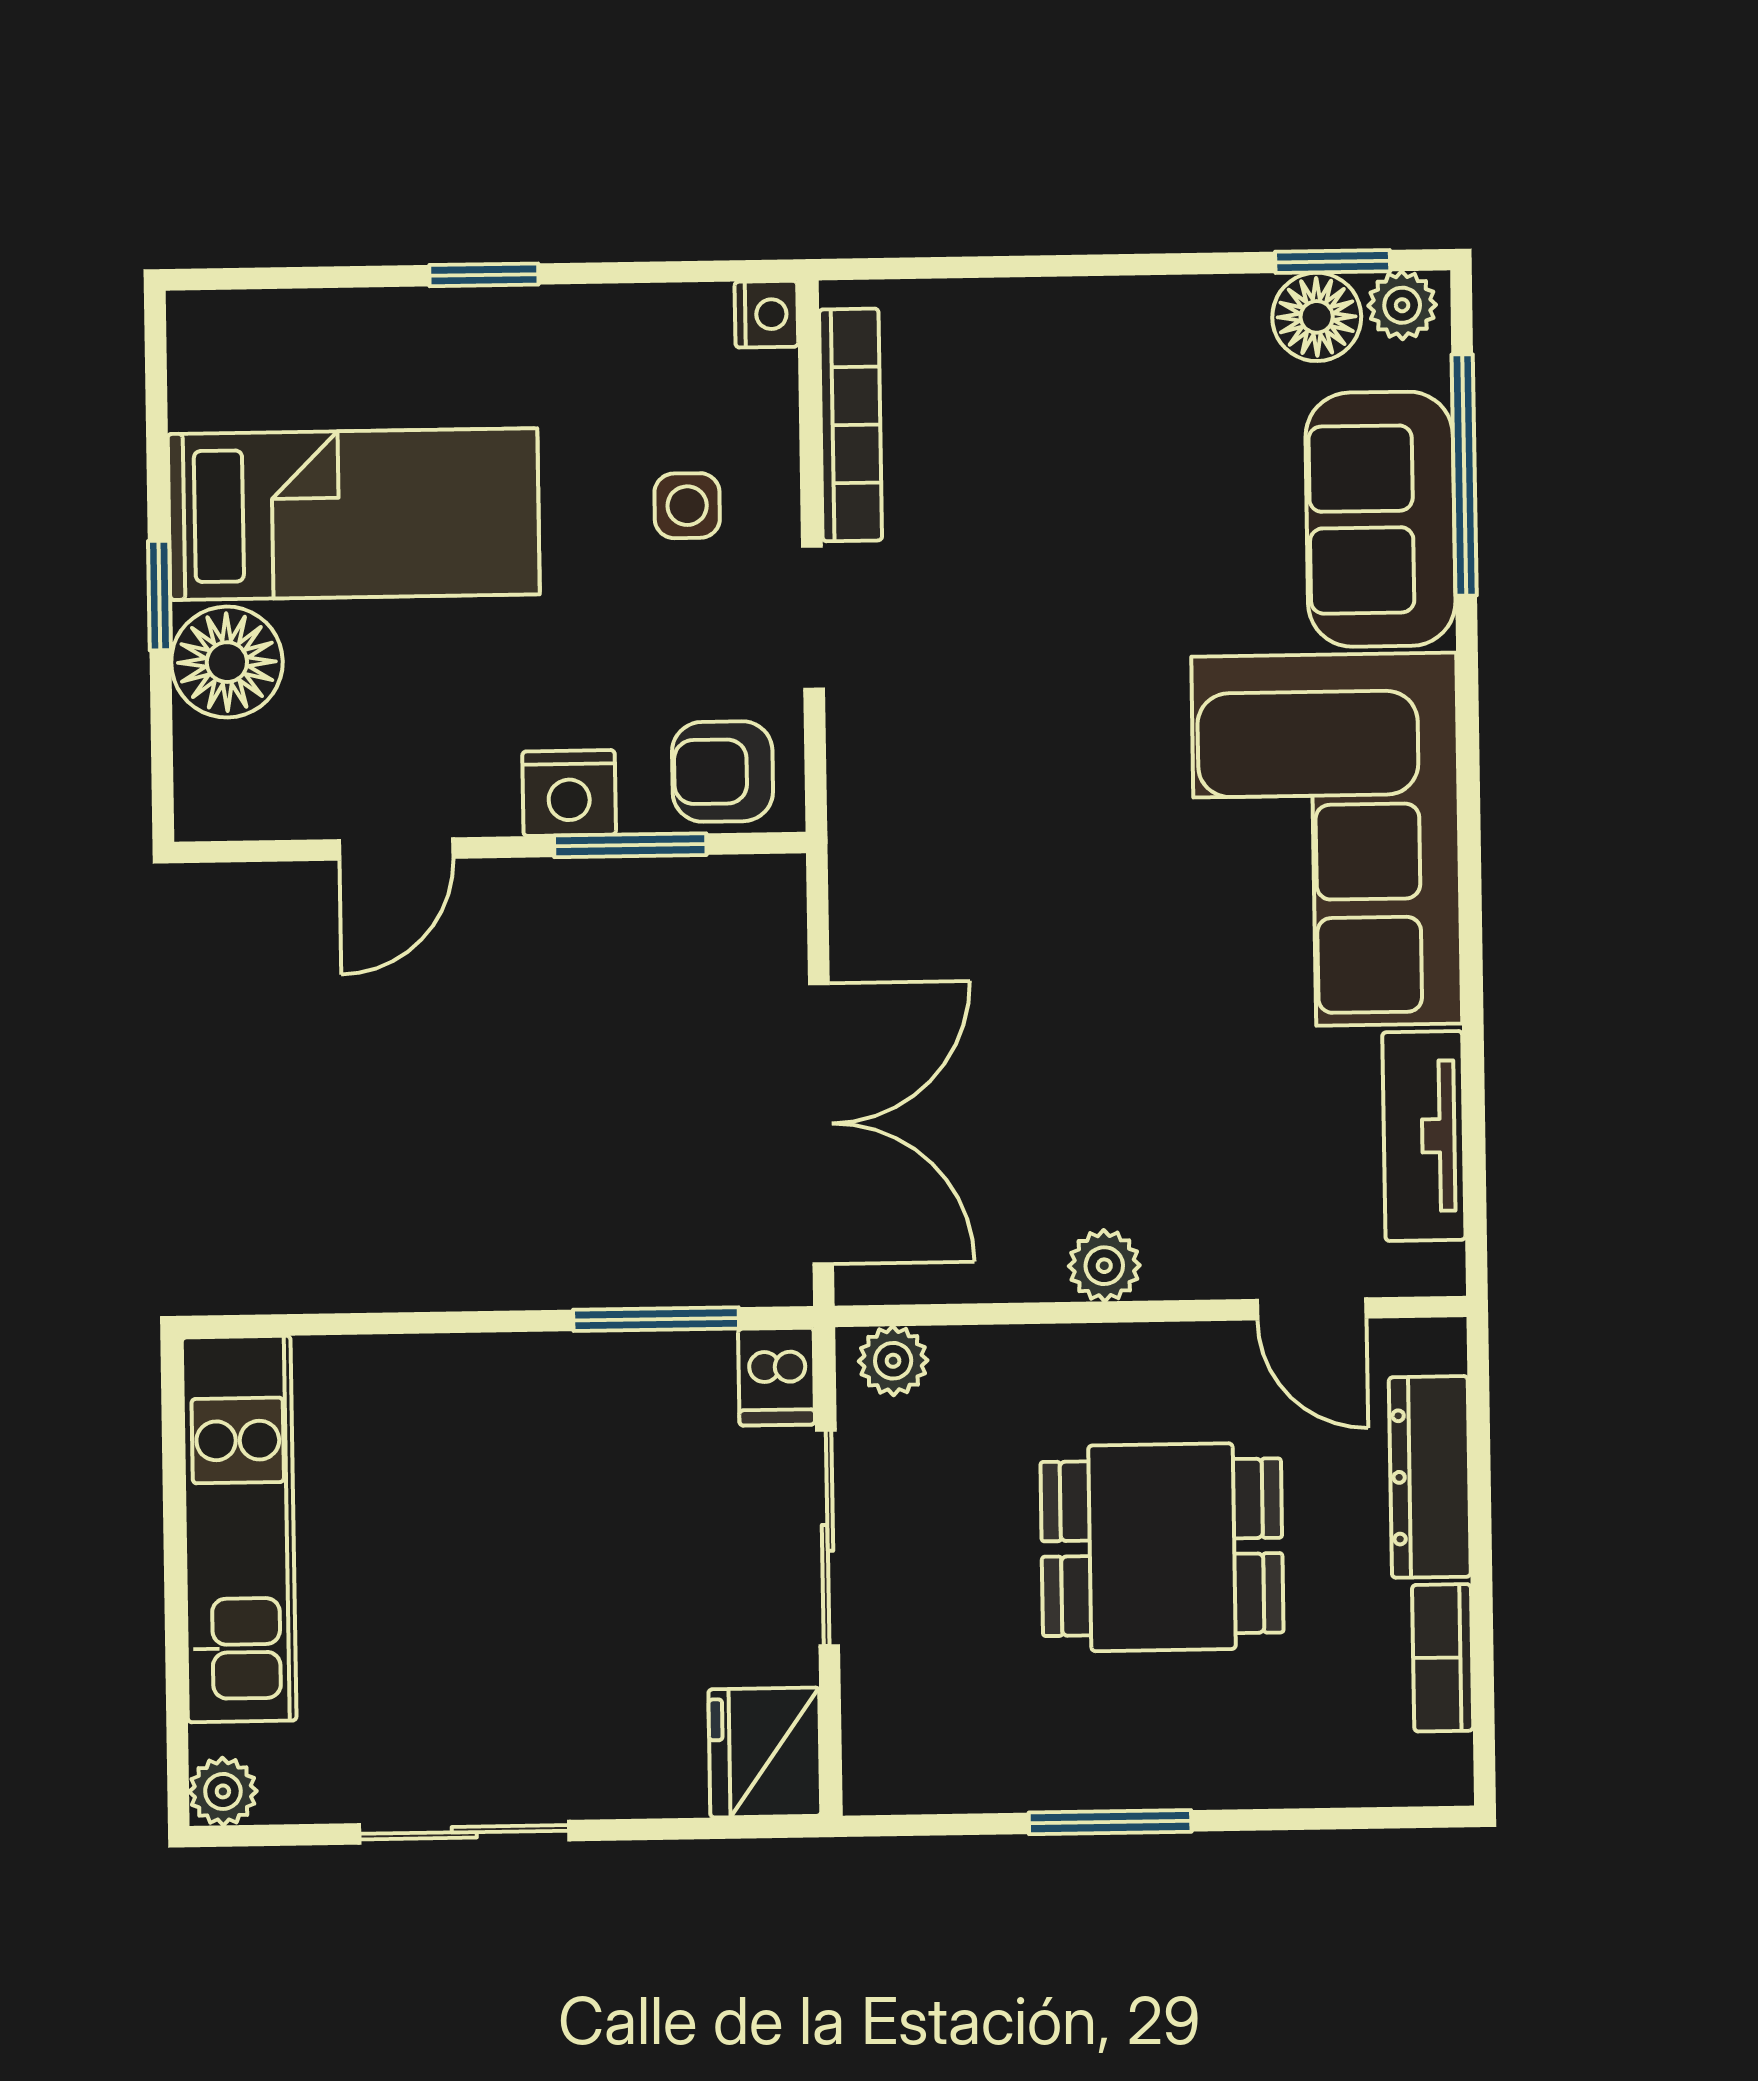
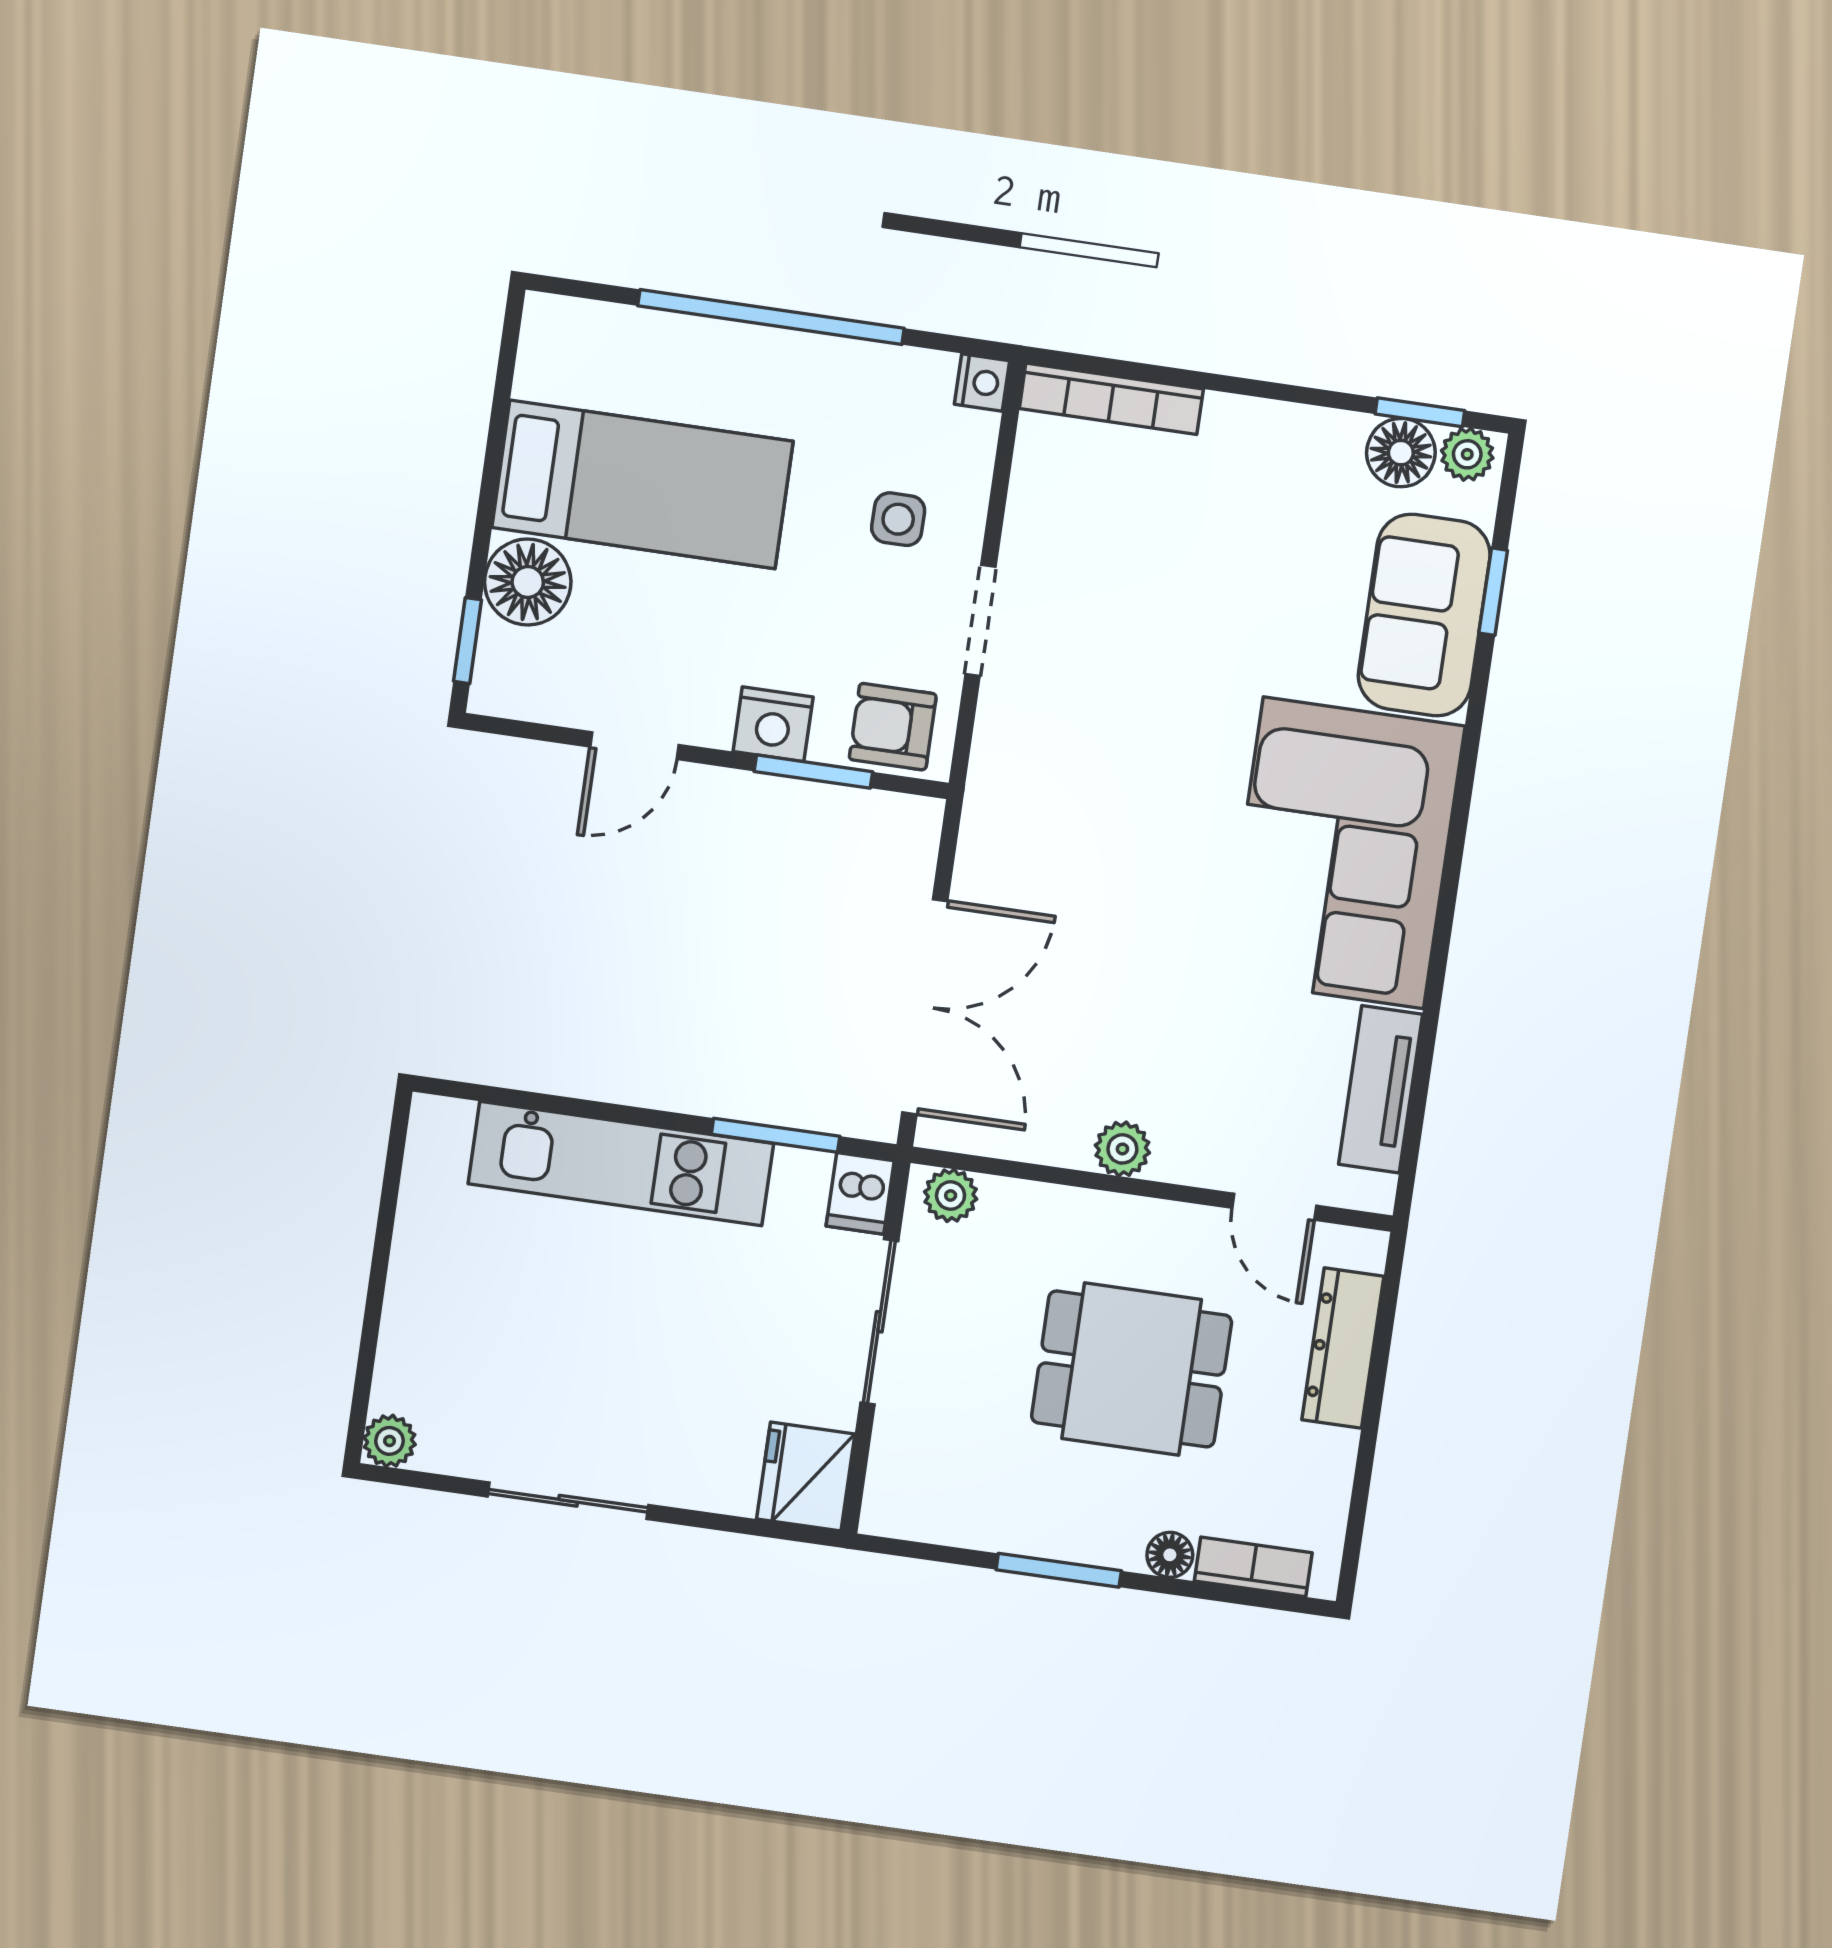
window: (484, 275) -> (771, 317), width x3.17
bookcase: (851, 425) -> (1111, 399), moved, turned 90
window: (1464, 475) -> (1493, 592), width x0.46
window: (159, 596) -> (468, 641), moved
kitchen unit: (239, 1529) -> (621, 1164), moved, turned 90
bookcase: (1443, 1658) -> (1253, 1567), moved, turned 90
floor lamp: (1250, 1780) -> (1170, 1555), added

